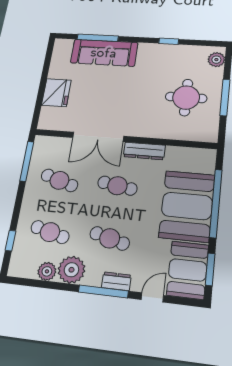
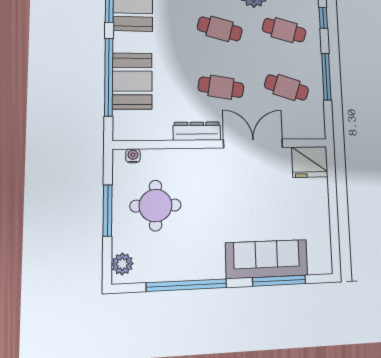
window: (169, 41) -> (187, 285), width x3.17
fridge: (56, 93) -> (310, 162), moved, turned -90
water cooler: (201, 136) -> (133, 156), added
window: (27, 161) -> (326, 77), moved
booth: (187, 206) -> (132, 81), width x0.73, depth x0.70

